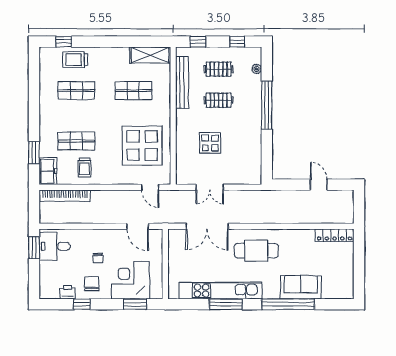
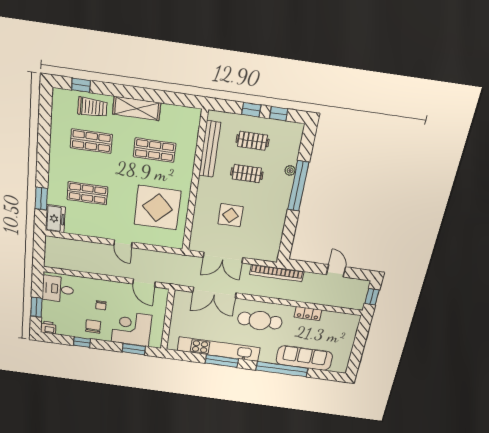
window: (198, 42) -> (251, 110), moved
shelving: (150, 55) -> (137, 108), moved
trolley: (75, 60) -> (92, 107), turned 180
plant: (257, 69) -> (290, 170), moved
trolley: (85, 167) -> (94, 221), removed
door: (150, 187) -> (123, 244), moved
double door: (210, 187) -> (223, 258), width x1.37
bookcase: (65, 196) -> (277, 273), moved
window: (359, 207) -> (372, 297), added
locker: (335, 235) -> (308, 314), moved, width x0.66
window: (34, 248) -> (36, 307), moved
sofa: (301, 287) -> (304, 358), width x1.36
printer: (68, 292) -> (48, 327), moved

